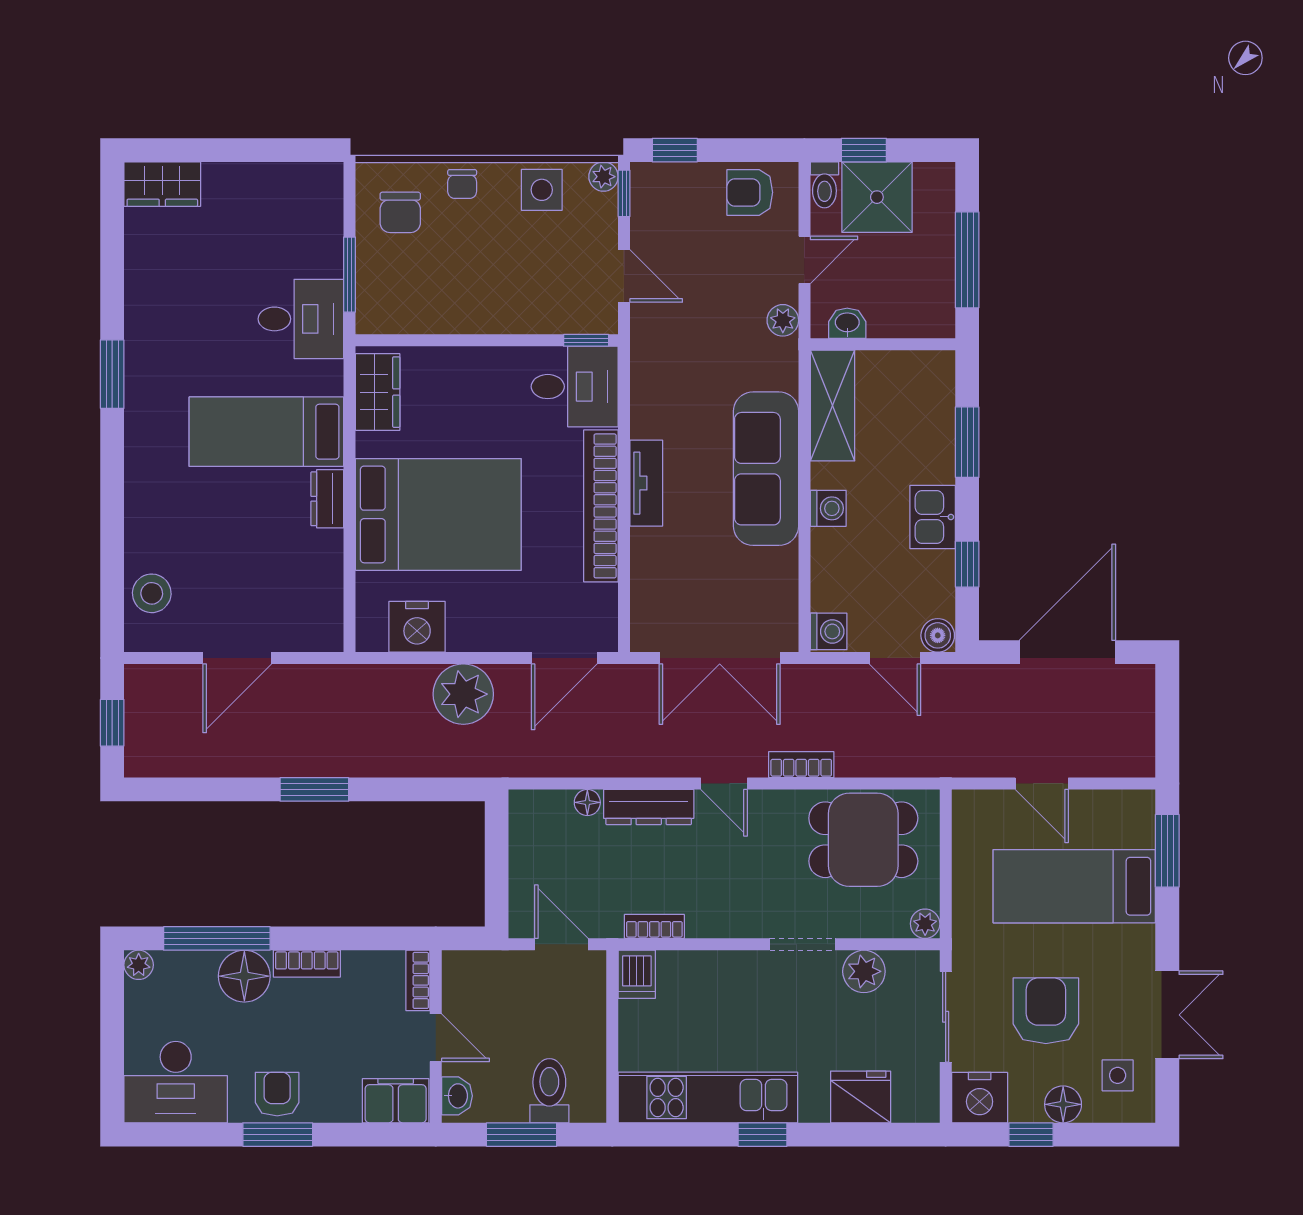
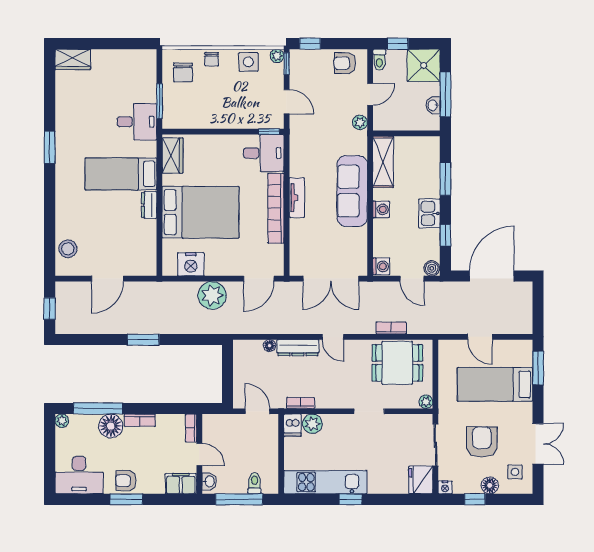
shower: (877, 197) -> (424, 65), moved
washbasin: (847, 323) -> (433, 105), moved, turned -90
bookcase: (801, 765) -> (391, 328), moved
plant: (864, 971) -> (312, 424), moved
toilet: (549, 1091) -> (254, 483), width x0.73, depth x0.72
armchair: (277, 1094) -> (126, 481), turned -90
fridge: (861, 1097) -> (421, 480), moved, turned -90
nightstand: (980, 1098) -> (445, 487), width x0.53, depth x0.56
window: (522, 1135) -> (239, 499), width x1.44

